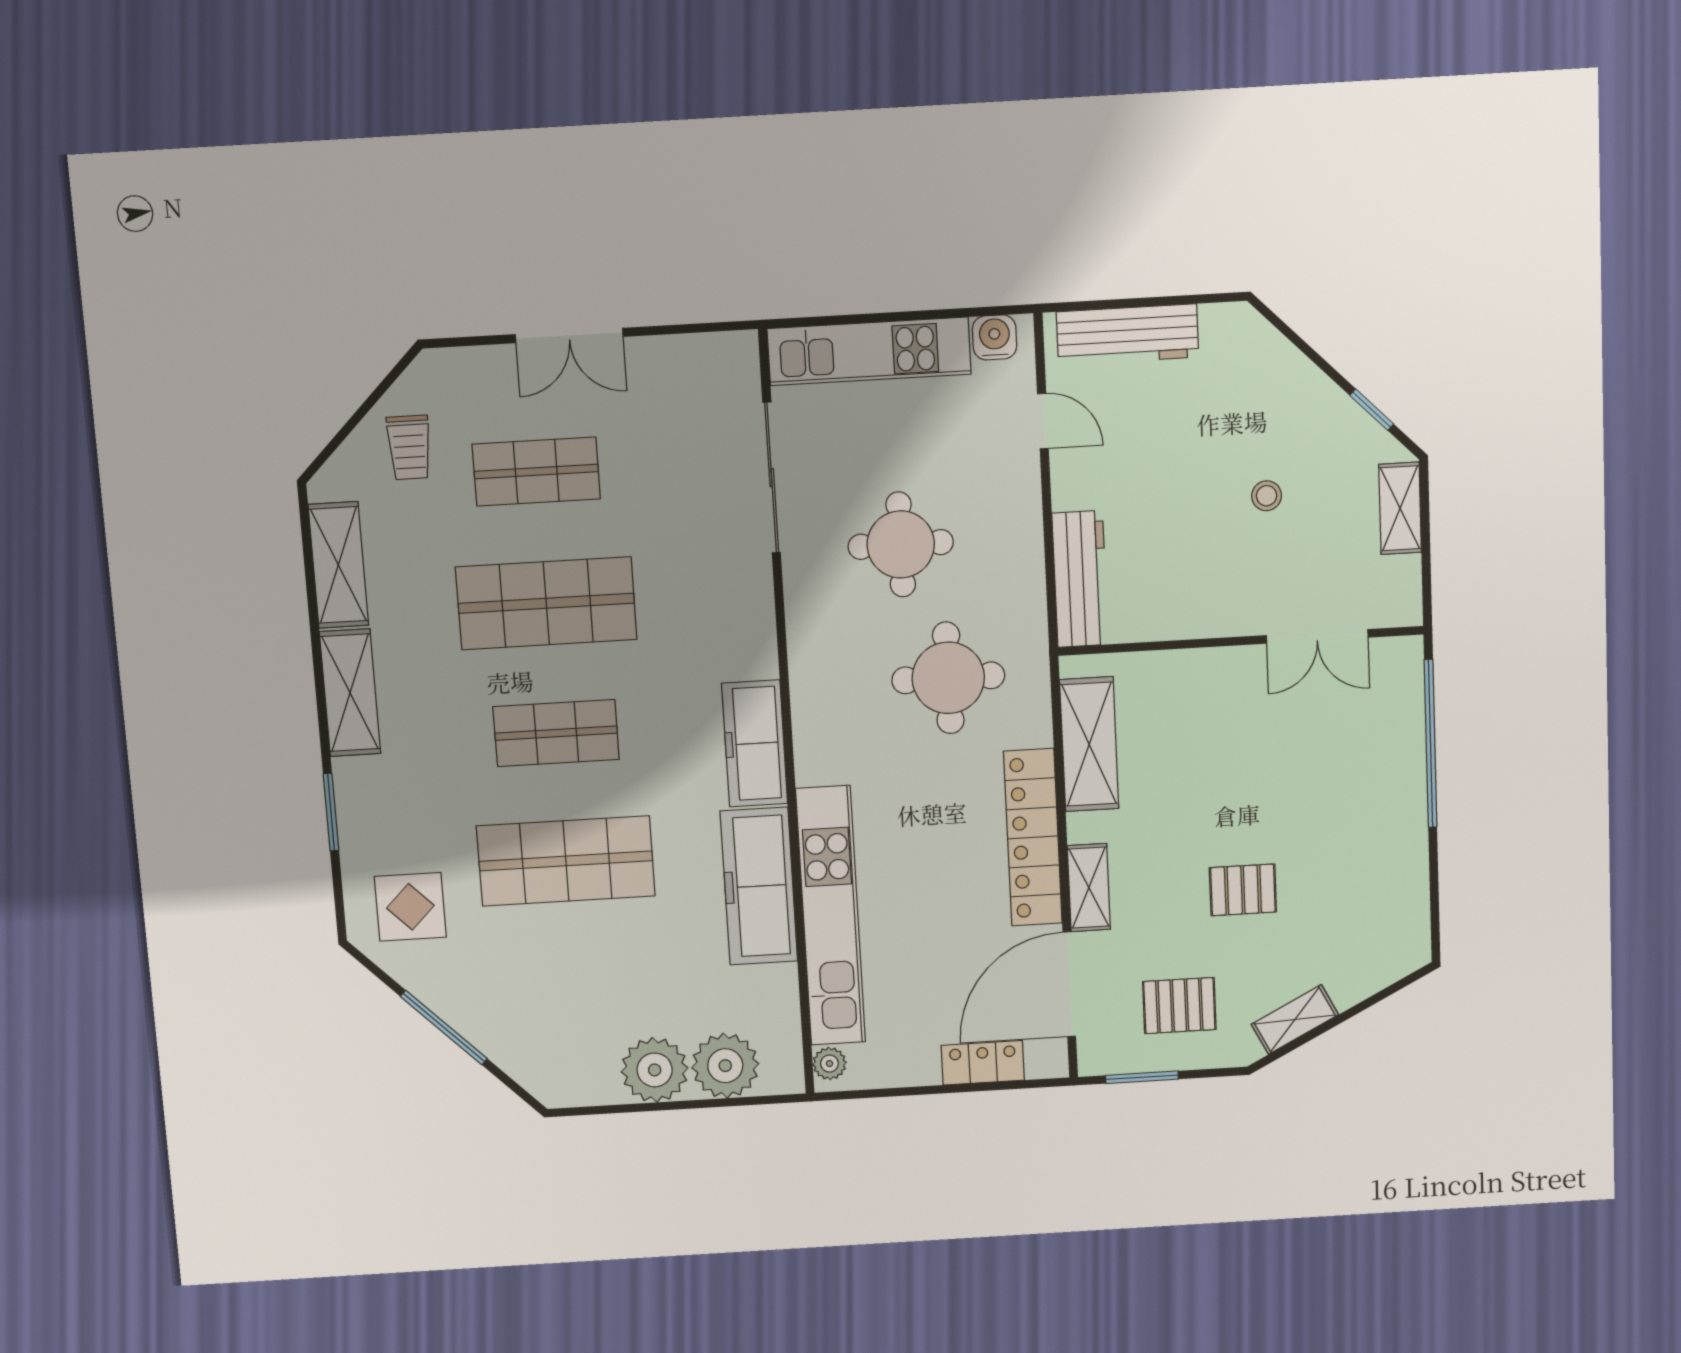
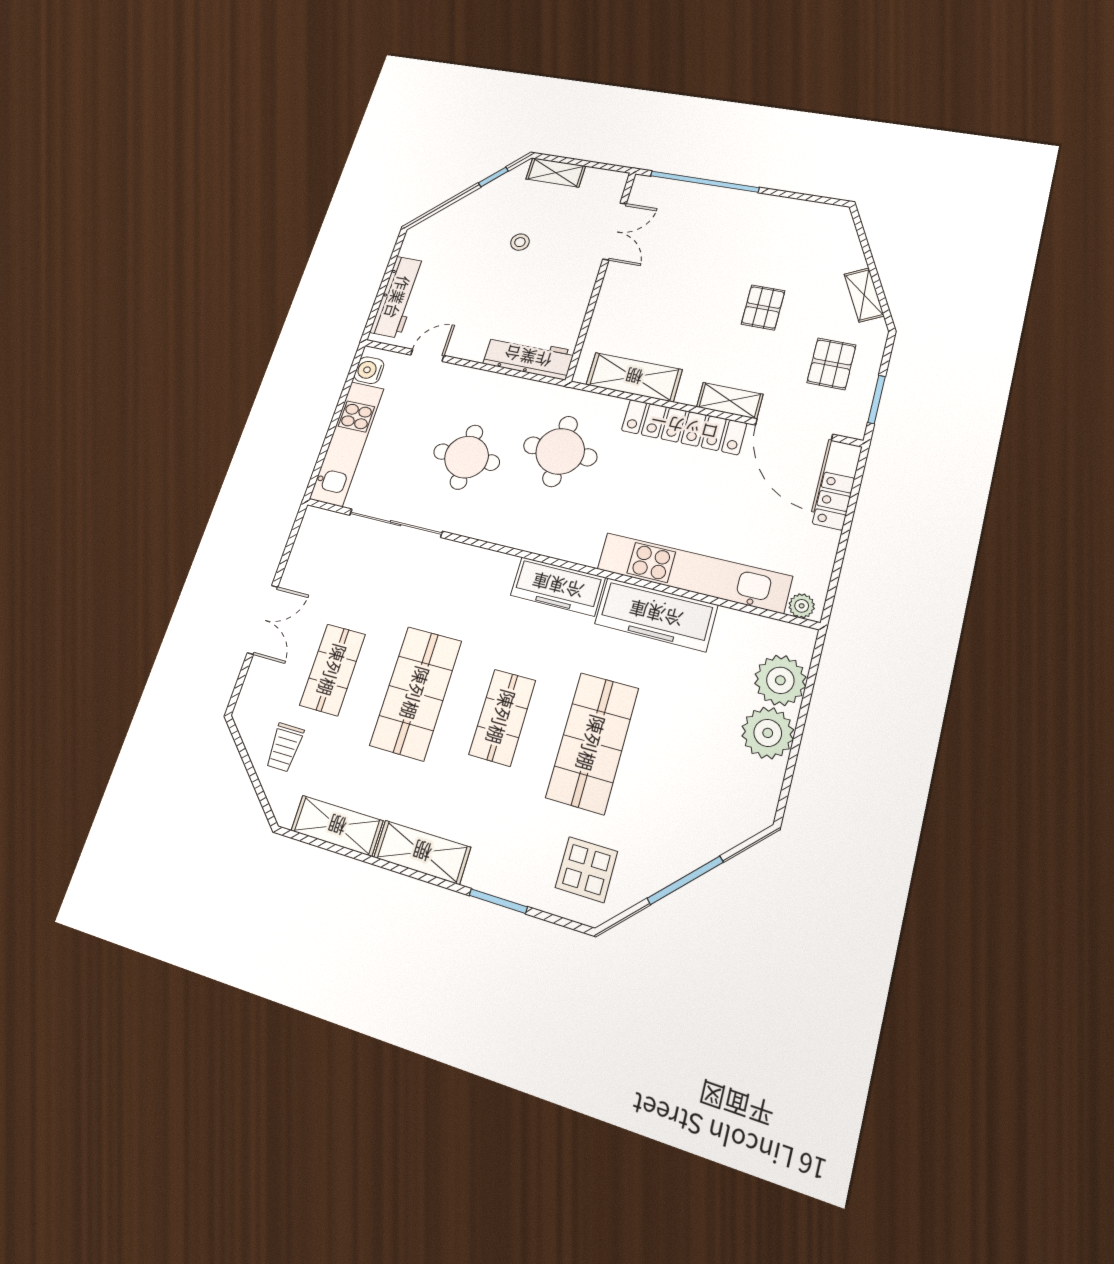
trolley: (409, 447) -> (285, 747), turned 90

